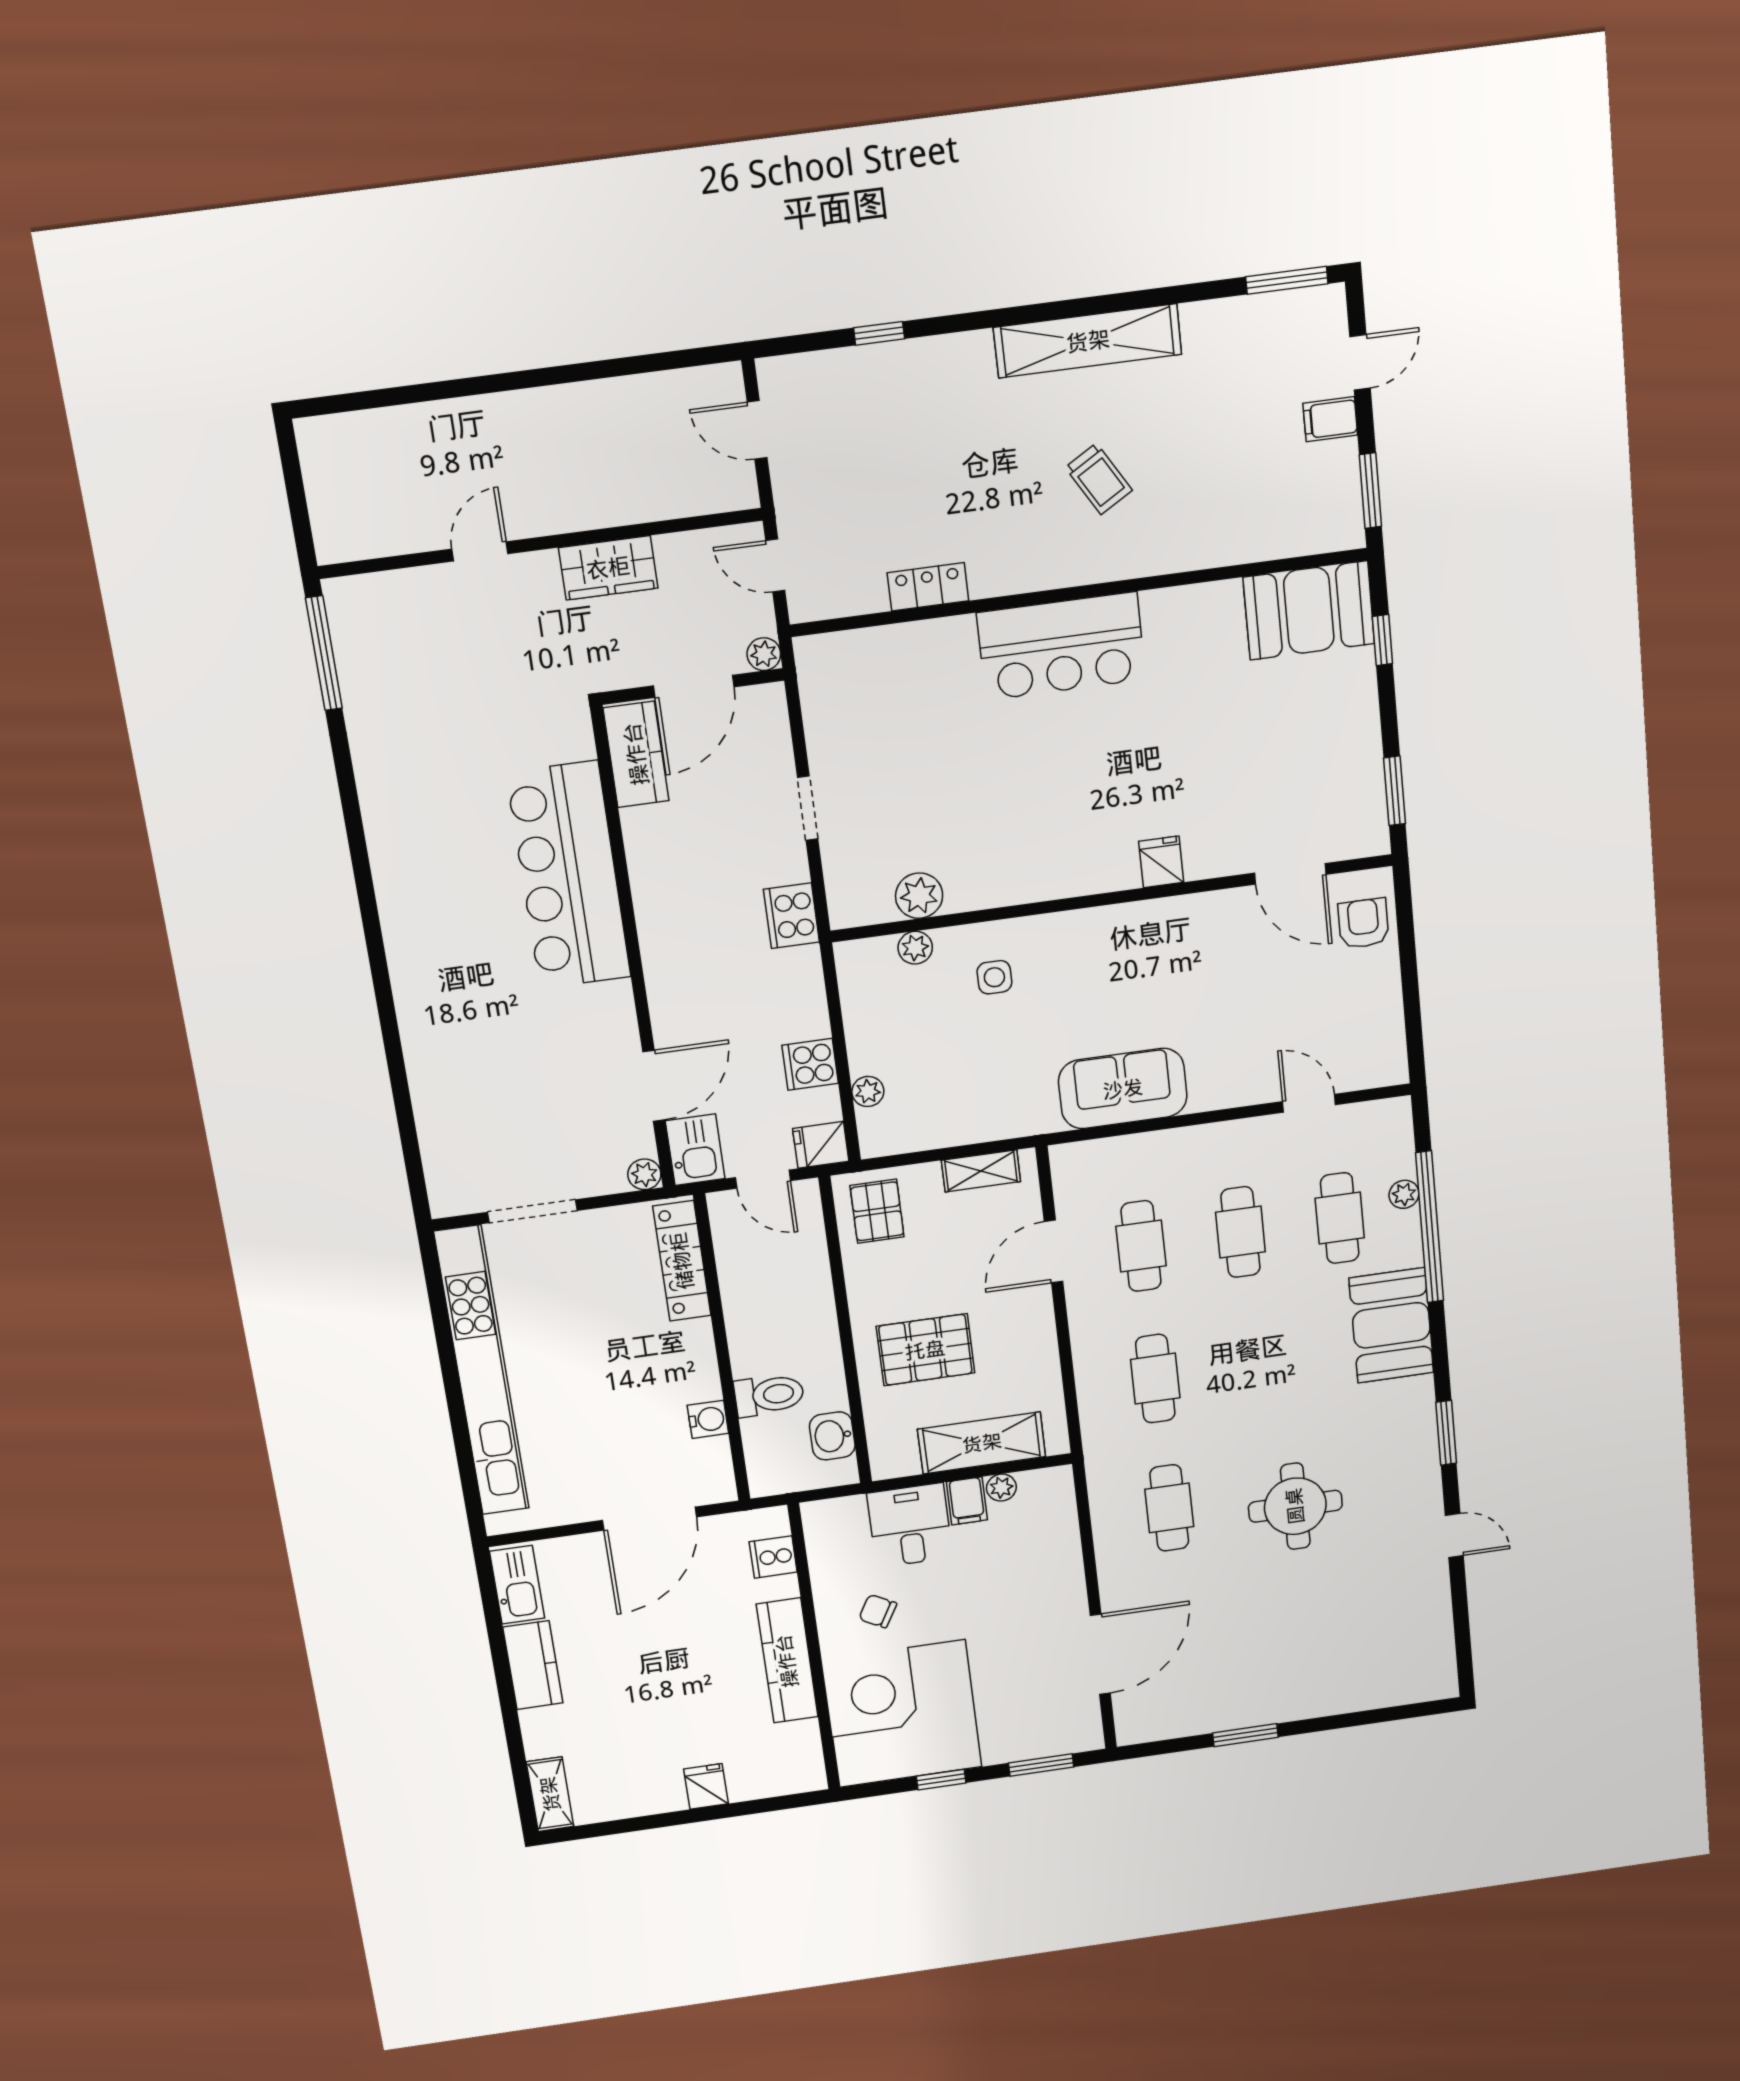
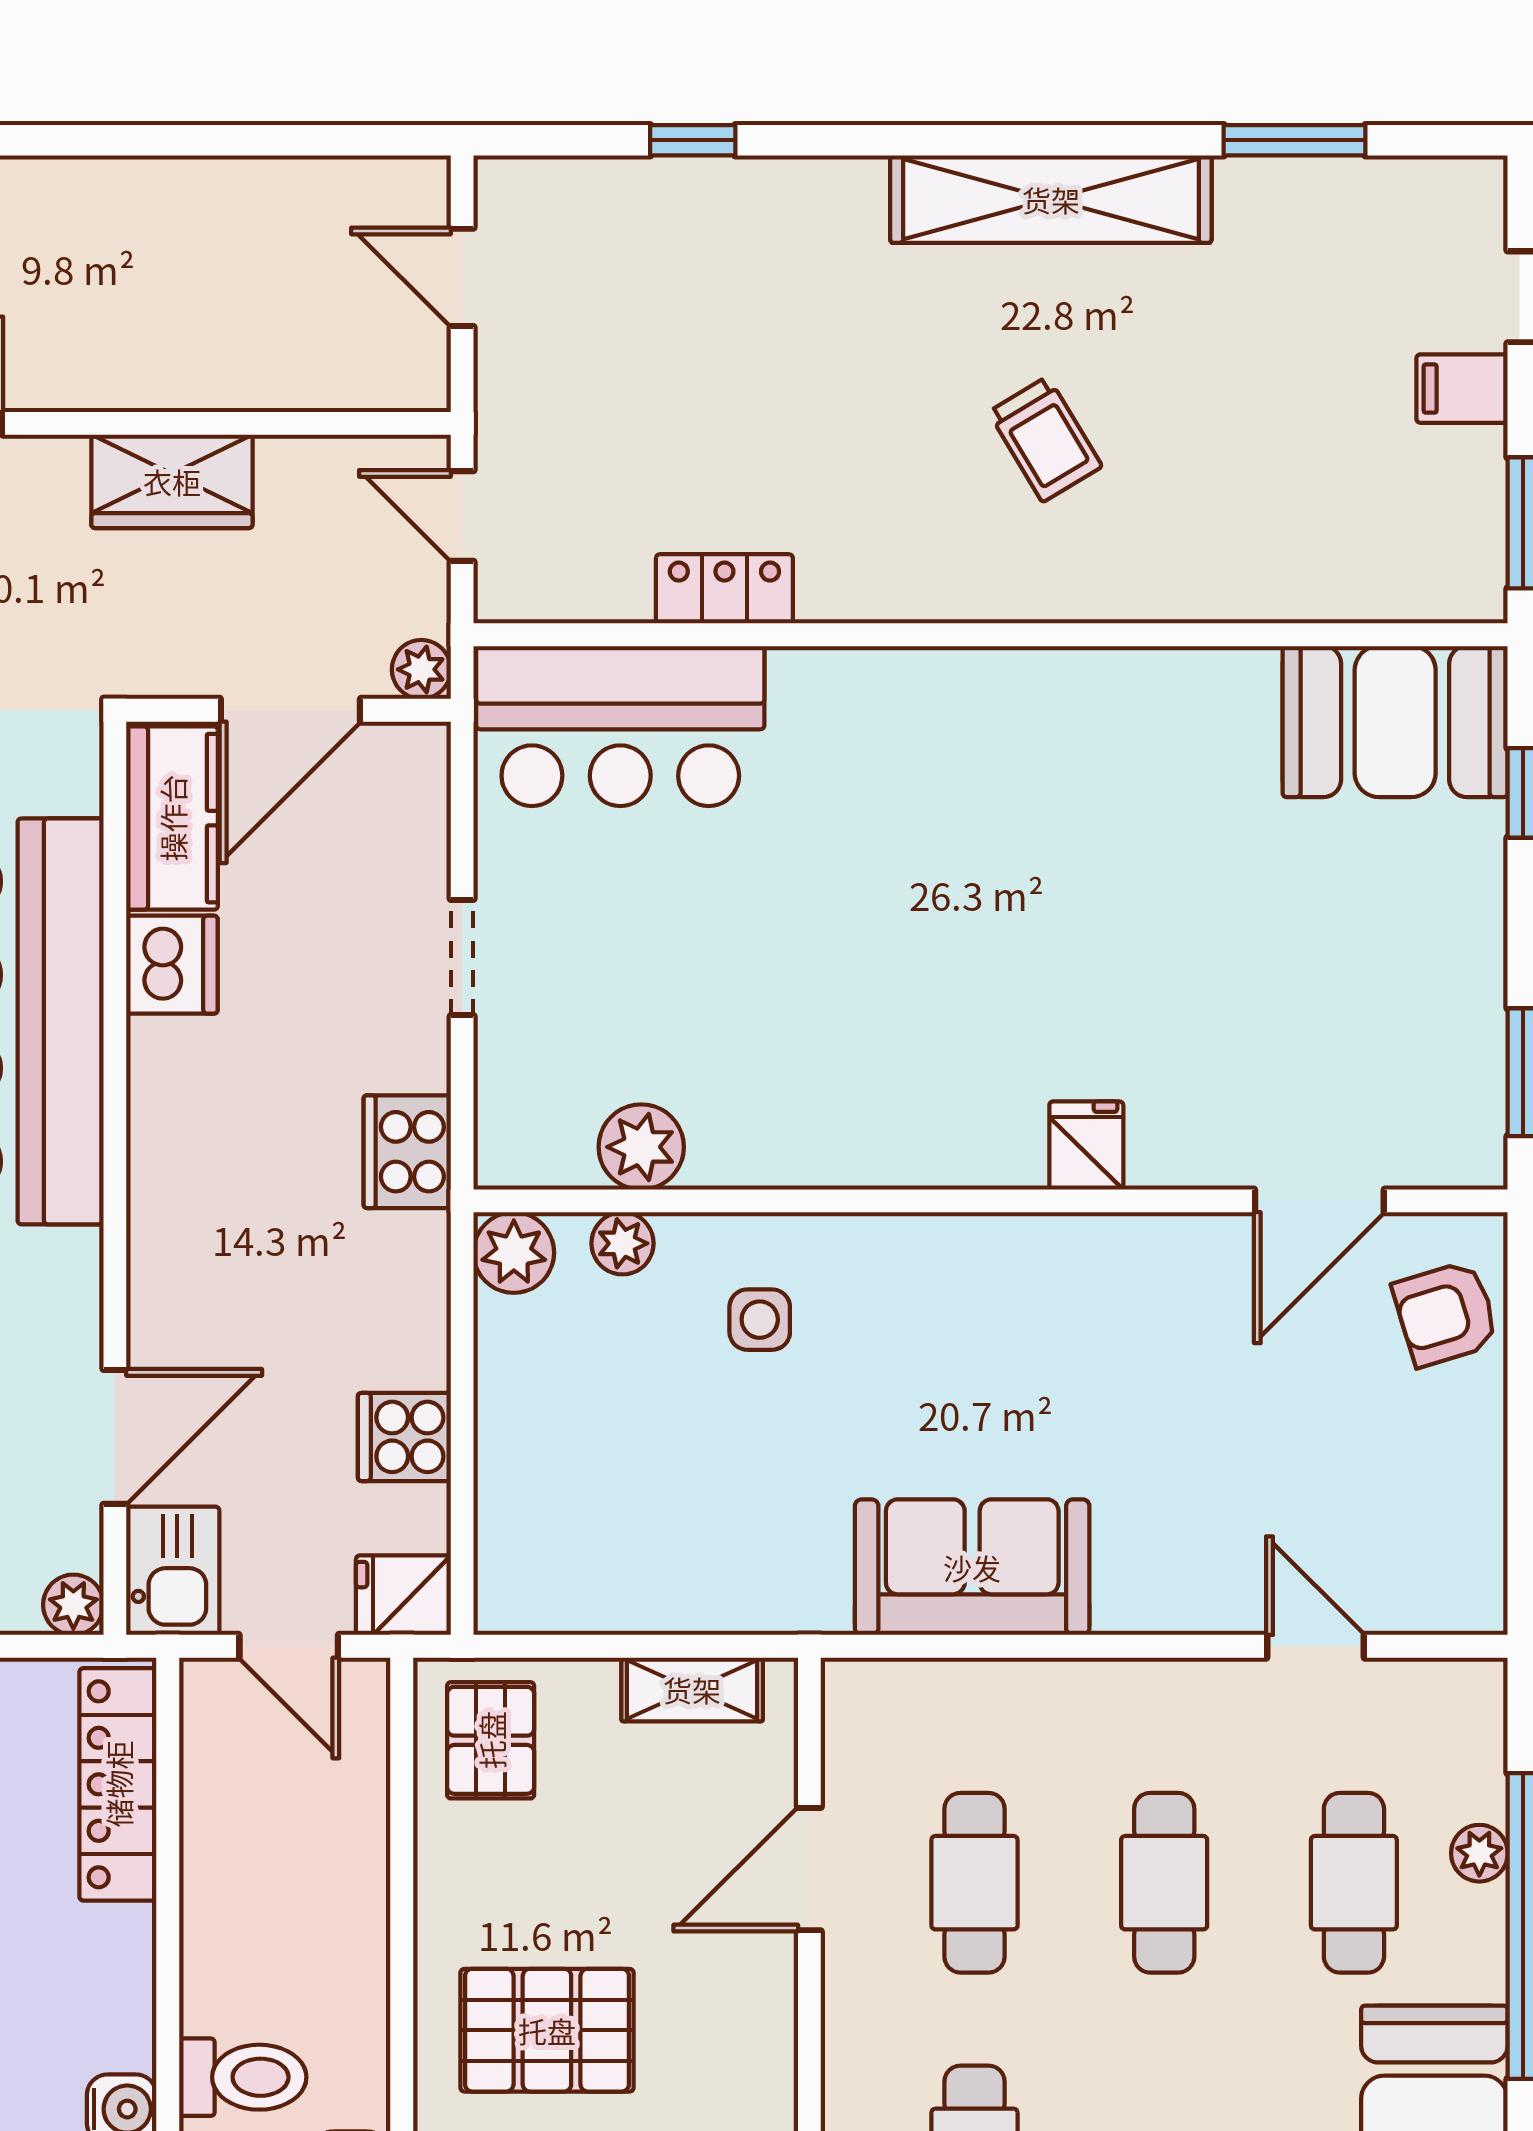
window: (1287, 280) -> (1295, 140), moved
bar counter: (1061, 646) -> (620, 726), moved
dishwasher: (648, 834) -> (172, 965), added
door: (1290, 874) -> (1319, 1201), hinge flipped
armchair: (1363, 923) -> (1446, 1314), turned -107
plant: (868, 1091) -> (514, 1253), moved, width x1.38, depth x1.38

